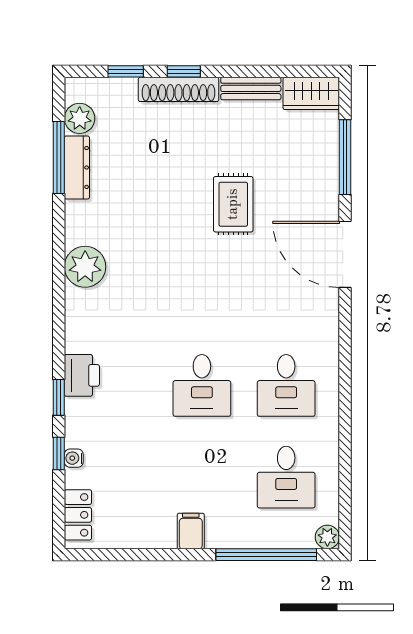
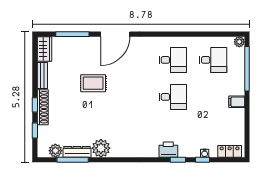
plant: (85, 267) -> (101, 148), moved

